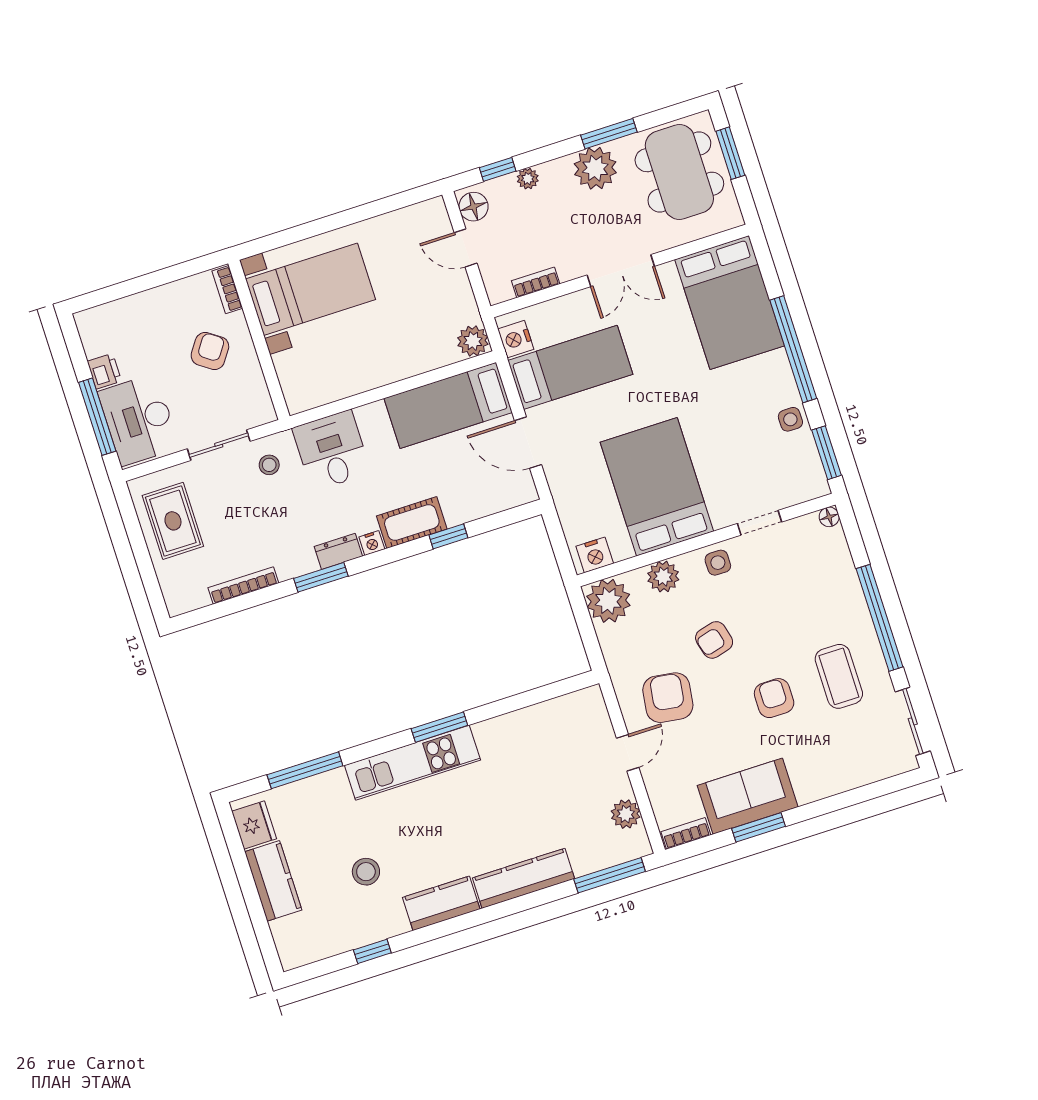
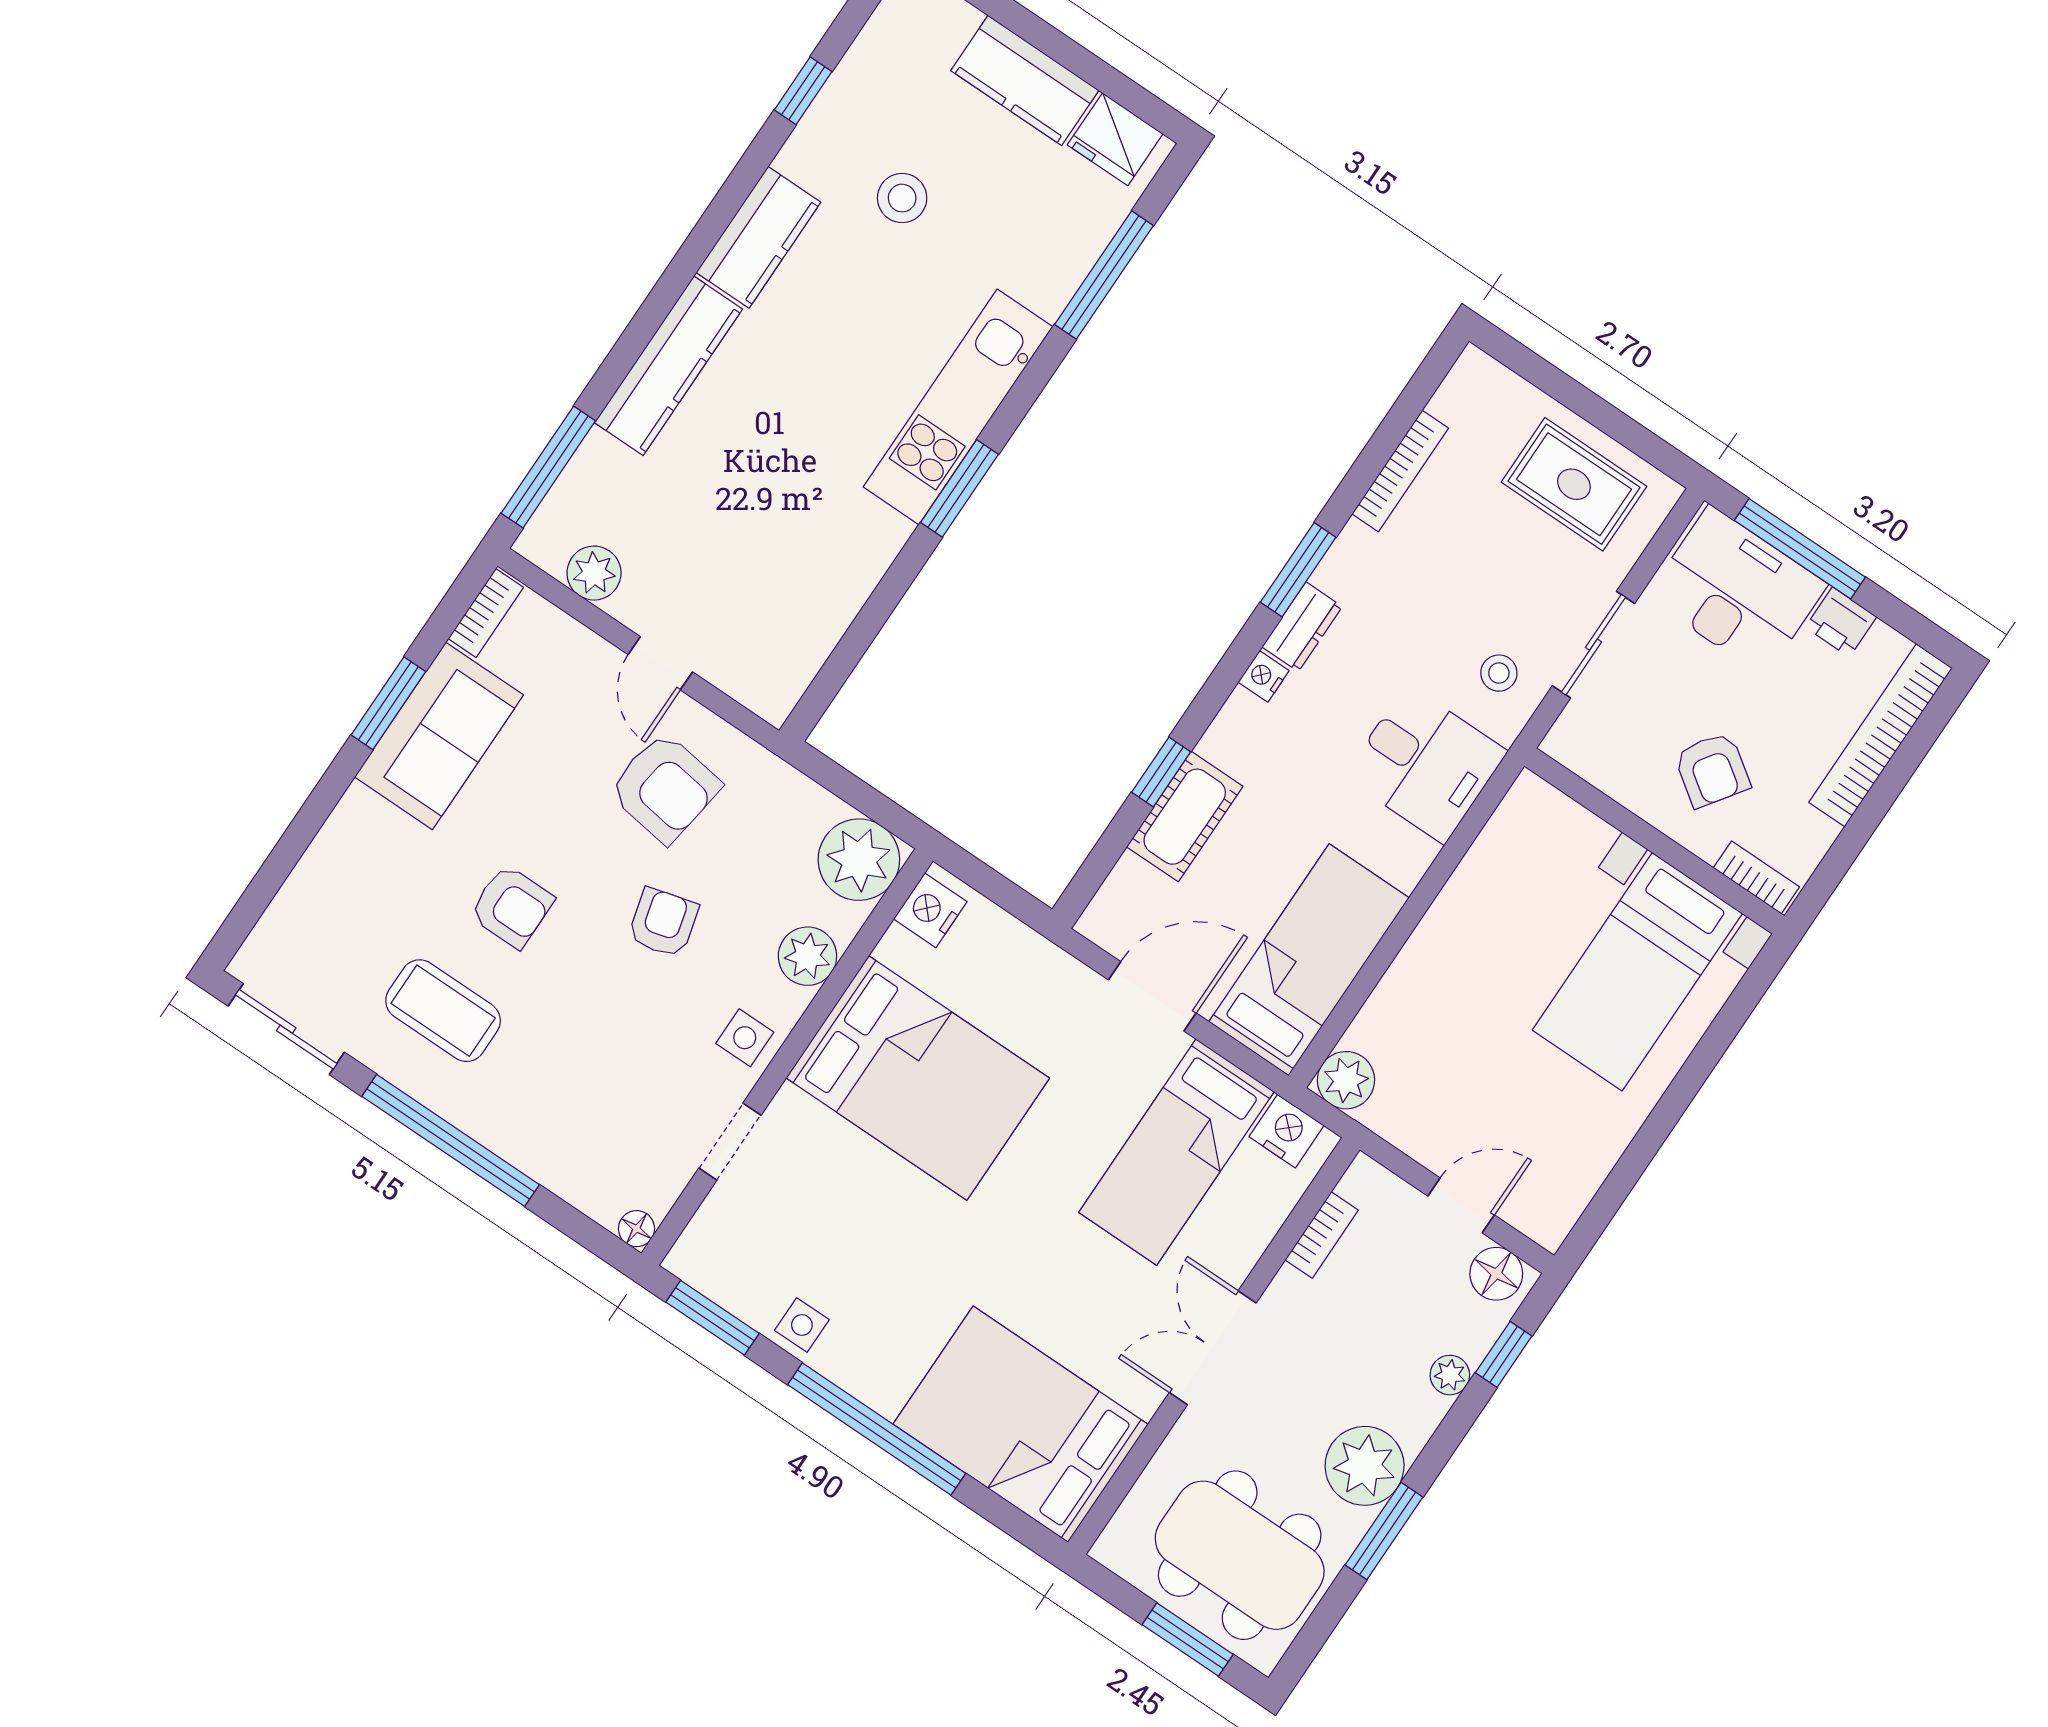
bookcase: (126, 309) -> (1881, 735), added
cot: (412, 522) -> (1185, 817), moved

